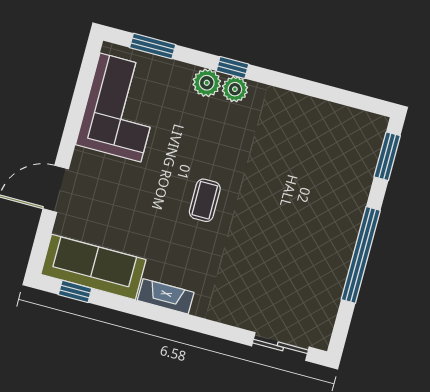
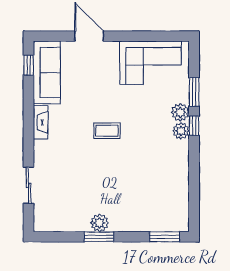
window: (153, 46) -> (194, 92), moved
plant: (340, 248) -> (99, 223), added
window: (361, 255) -> (99, 237), width x0.47
sliding door: (280, 346) -> (29, 185), moved

